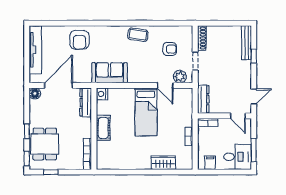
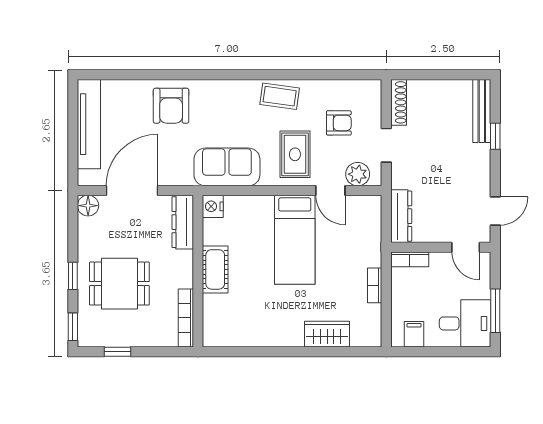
rug: (146, 66) -> (295, 154), added
dining table: (45, 144) -> (119, 284), moved, turned 90

